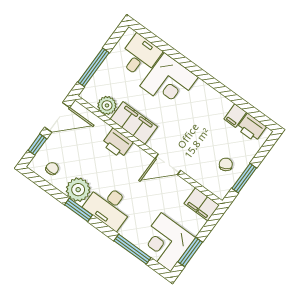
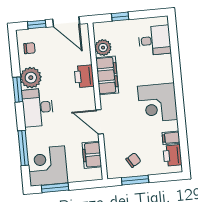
window: (93, 67) -> (120, 17), width x0.46
corner desk: (169, 82) -> (157, 103), moved
filing cabinet: (202, 204) -> (92, 155), moved

